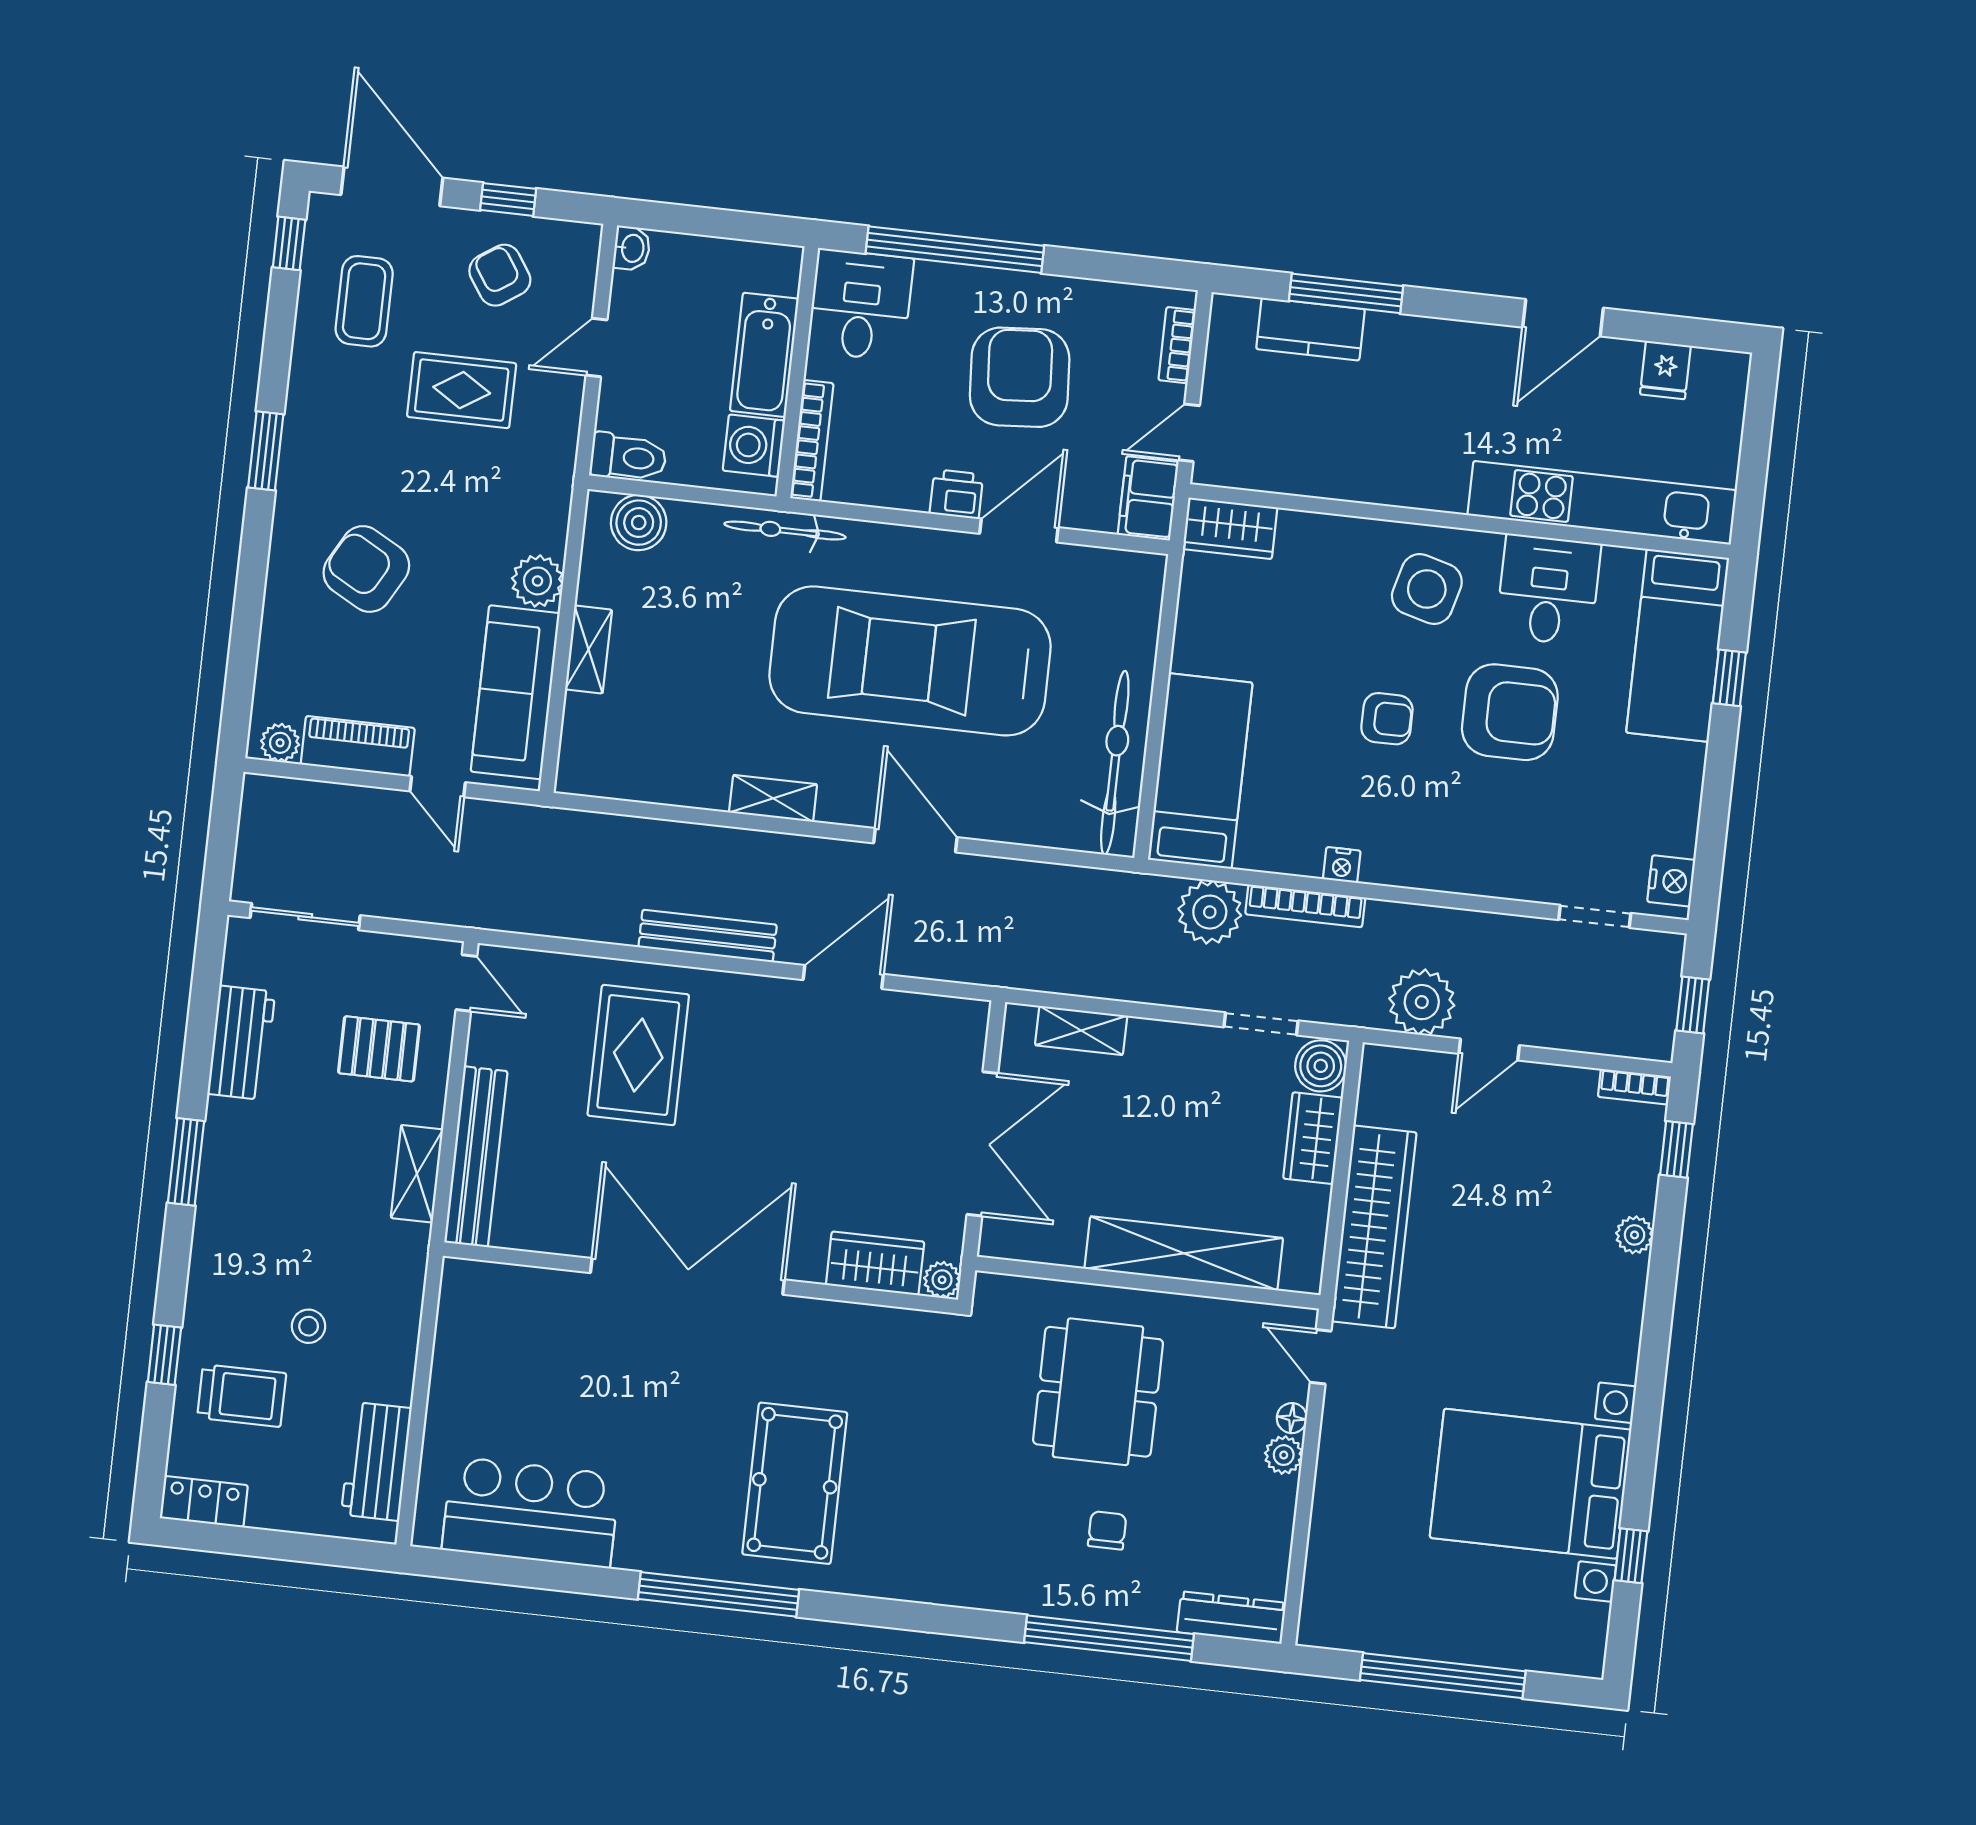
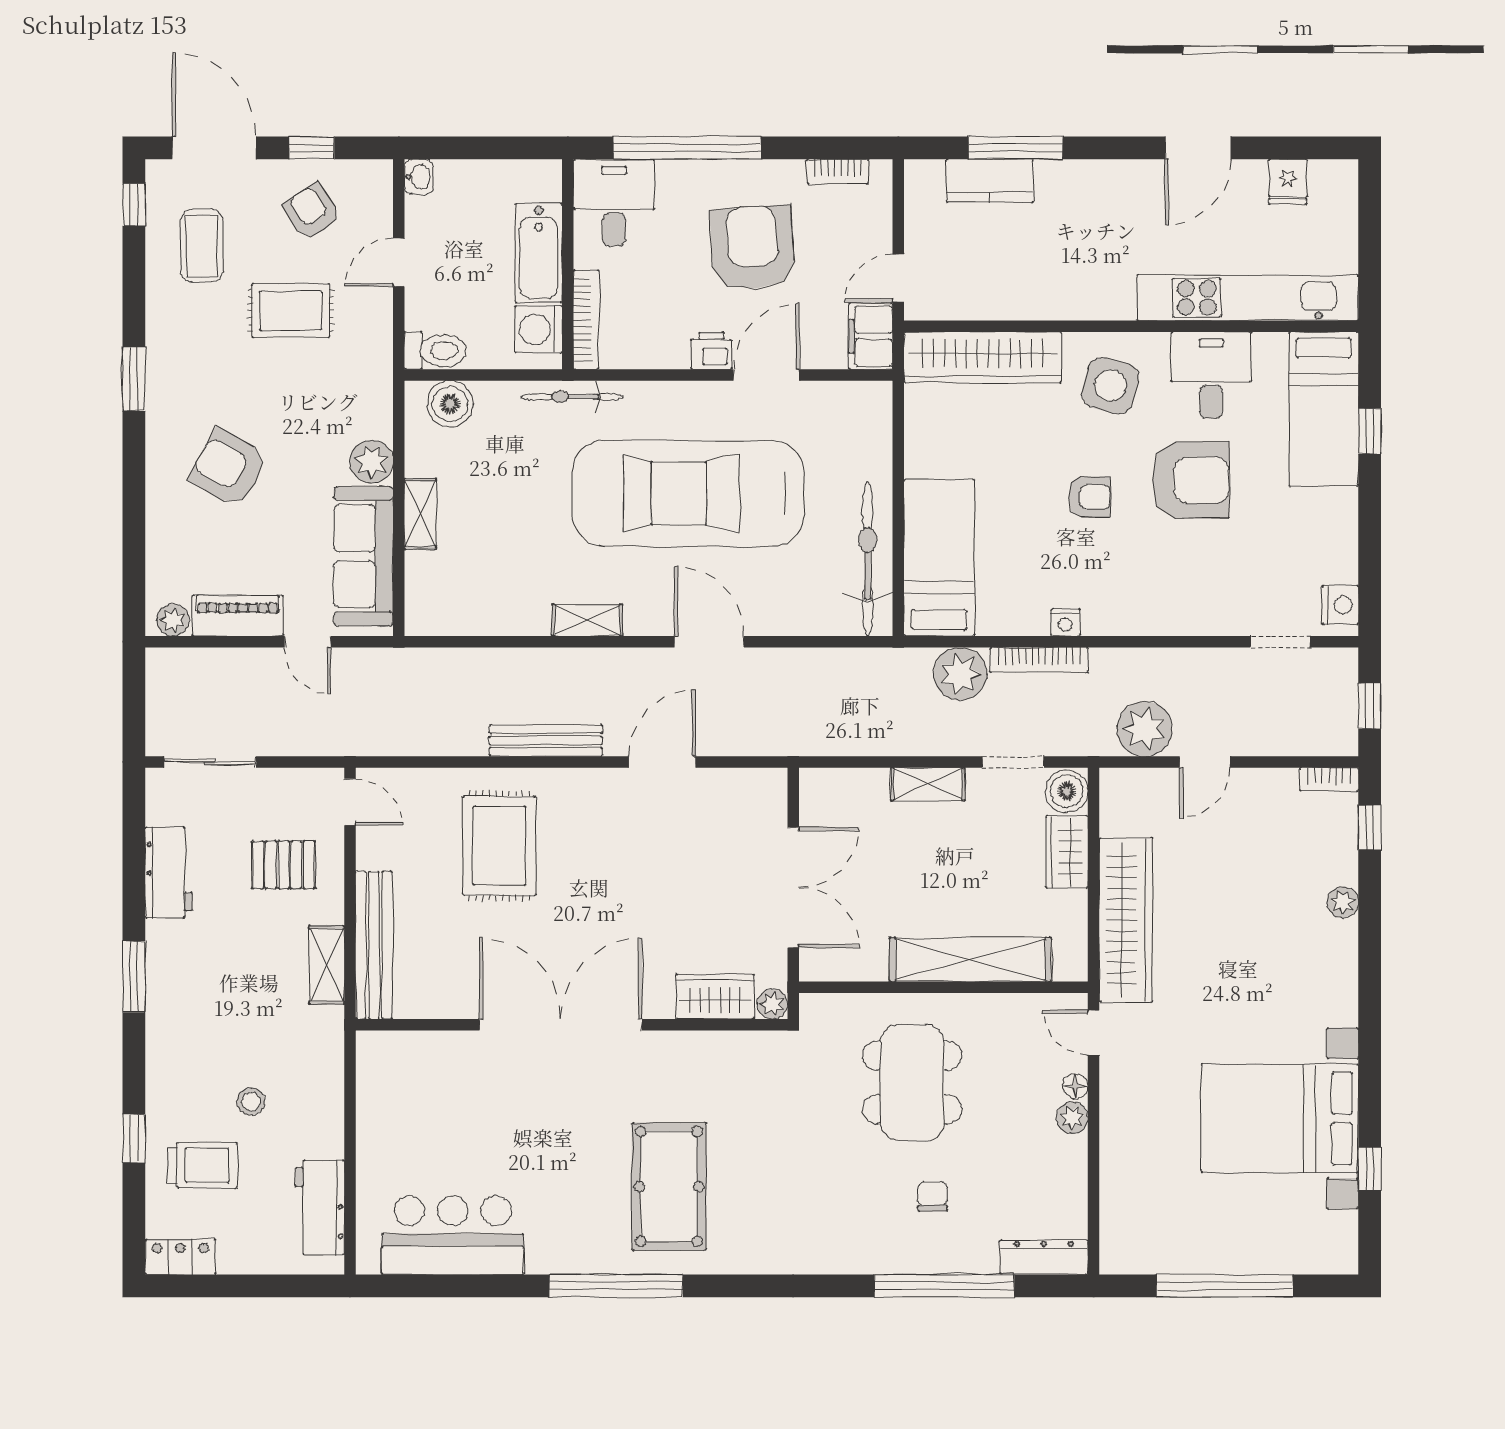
bookcase: (1177, 345) -> (838, 171), moved, turned -90
wardrobe: (1230, 528) -> (983, 357), width x2.10, depth x1.17
shelving: (1081, 1031) -> (928, 784), moved

